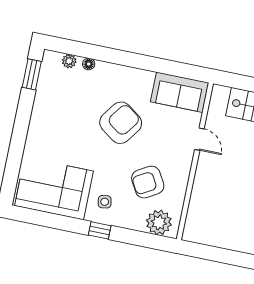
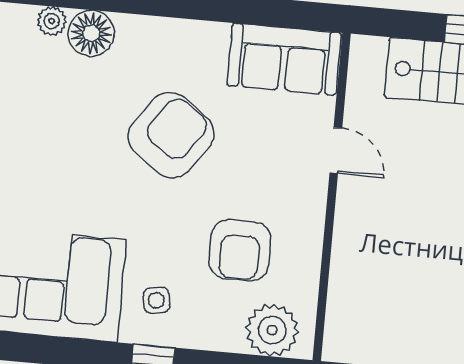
floor lamp: (89, 64) -> (91, 33), width x1.89, depth x1.89
armchair: (148, 182) -> (240, 250), turned -60

